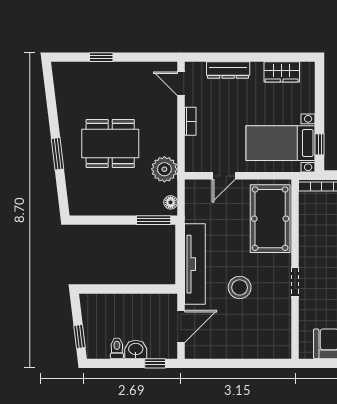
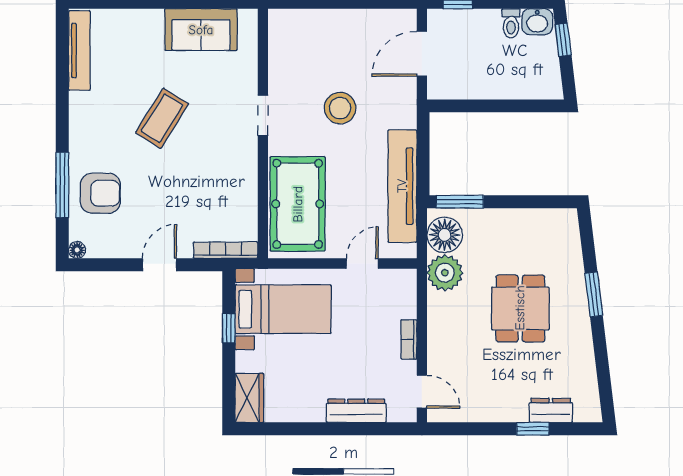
dresser: (88, 70) -> (551, 410), added
wardrobe: (282, 72) -> (249, 398), moved, turned 90
dining table: (110, 144) -> (520, 308), width x0.73
window: (320, 144) -> (229, 328), moved
floor lamp: (171, 202) -> (445, 235), width x1.89, depth x1.89
tv unit: (195, 264) -> (402, 186), moved
washbasin: (136, 349) -> (537, 22), moved

